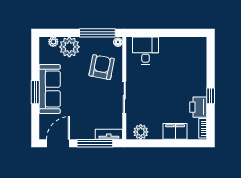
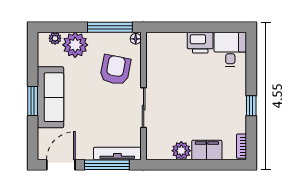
desk: (146, 51) -> (230, 49), moved
printer: (198, 107) -> (200, 43), moved, turned -90
plant: (141, 132) -> (181, 151), moved
tv unit: (109, 134) -> (117, 154), width x1.41

